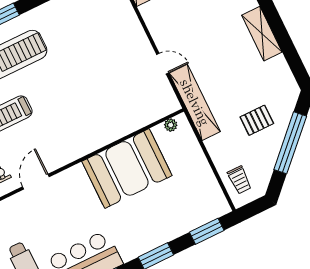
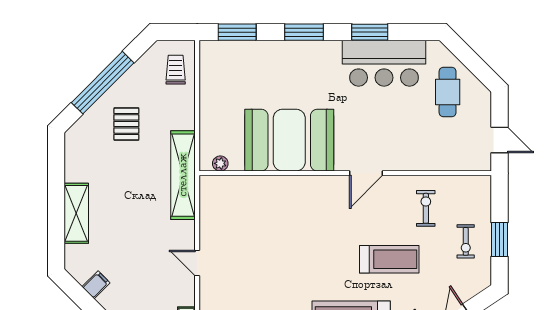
door: (163, 64) -> (197, 263), moved
pallet: (257, 120) -> (126, 124), turned 90
door: (36, 182) -> (366, 173), moved

